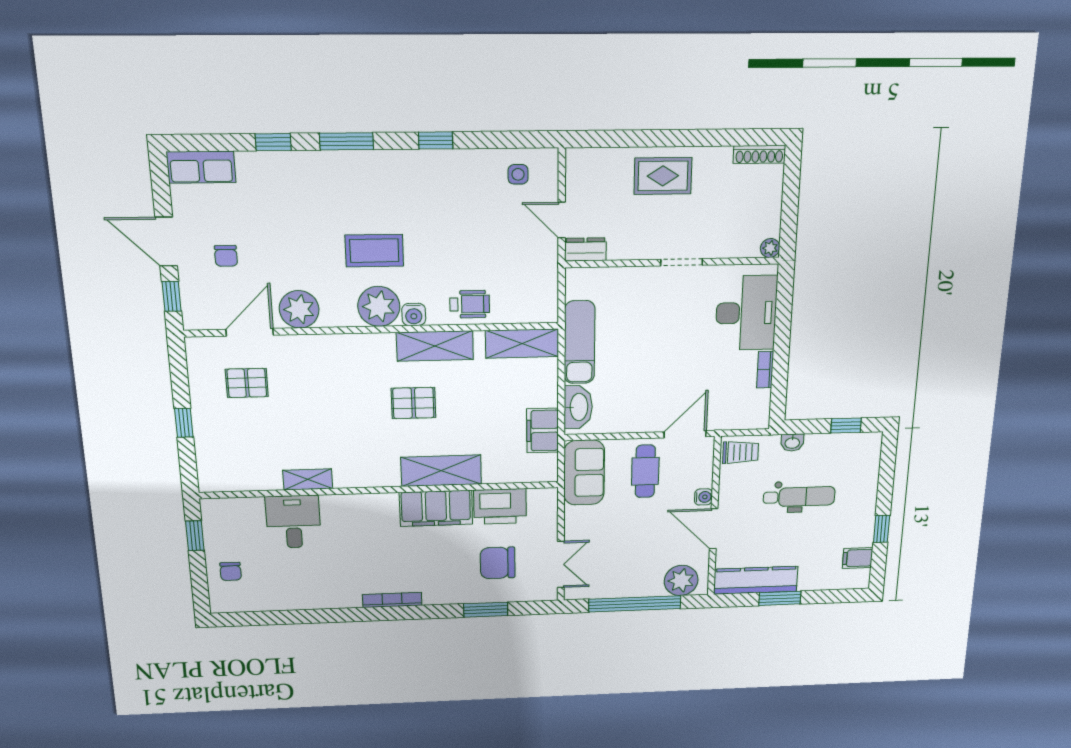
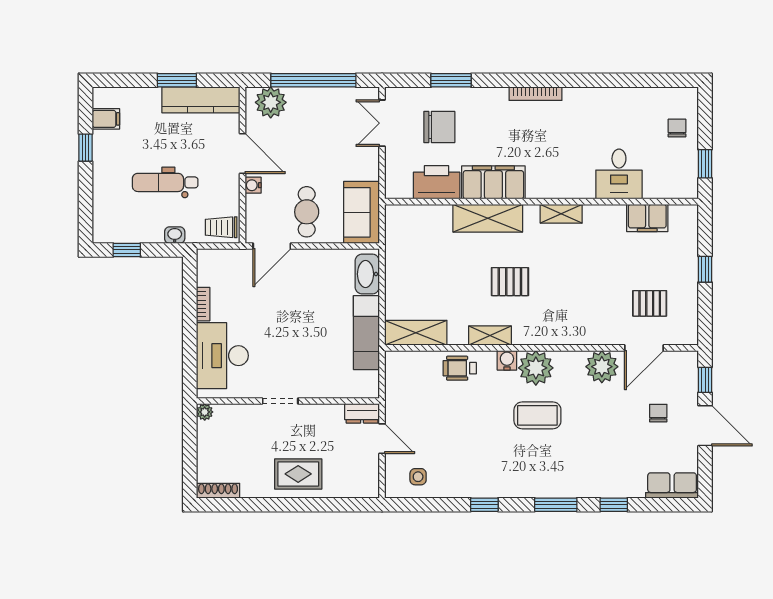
shelving: (435, 346) -> (490, 336), width x0.67, depth x0.75
filing cabinet: (543, 431) -> (647, 218), moved, turned 90
shelving: (308, 479) -> (561, 214), moved

